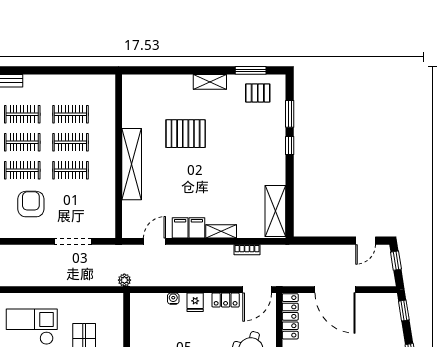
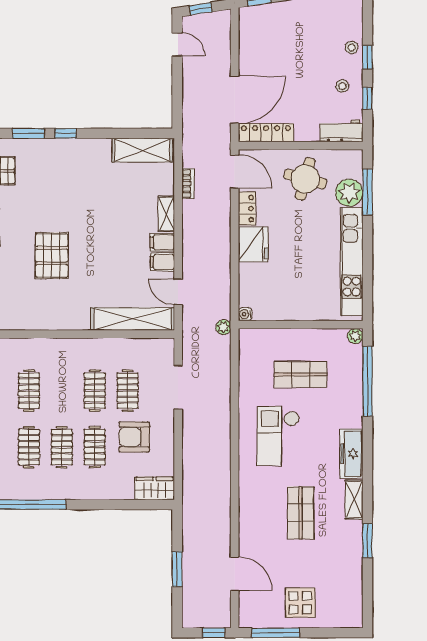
clothes rail: (70, 142) -> (128, 391), moved
shelving: (132, 164) -> (133, 319), moved
door: (335, 290) -> (235, 100), moved
water cooler: (173, 299) -> (245, 314), moved
fridge: (195, 302) -> (253, 244), width x1.88, depth x1.34

